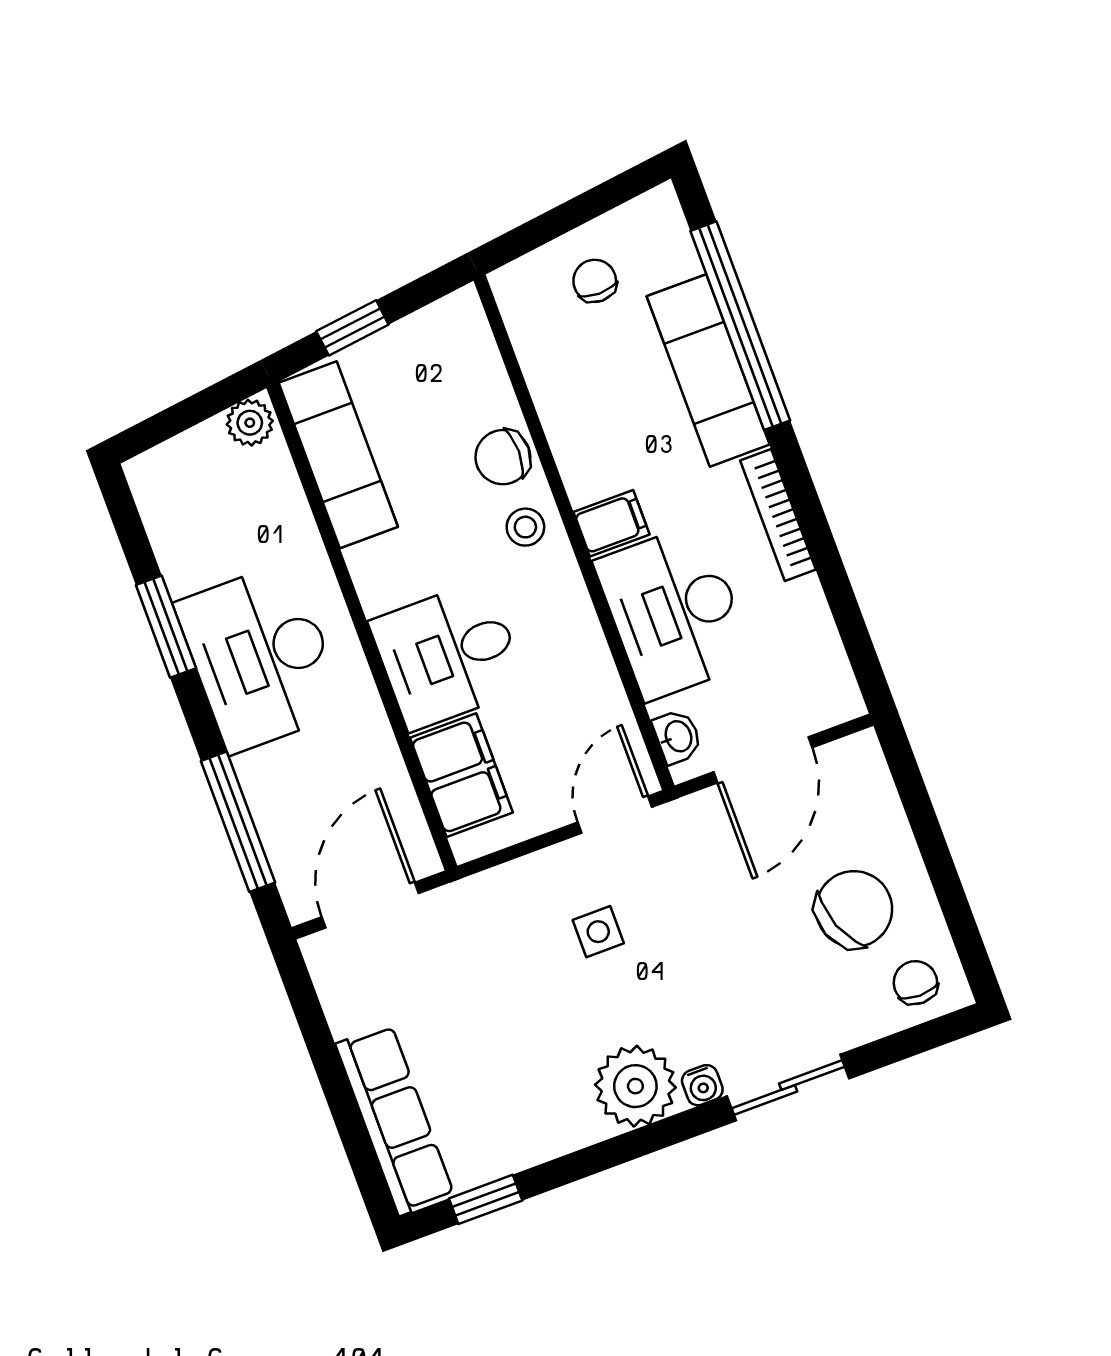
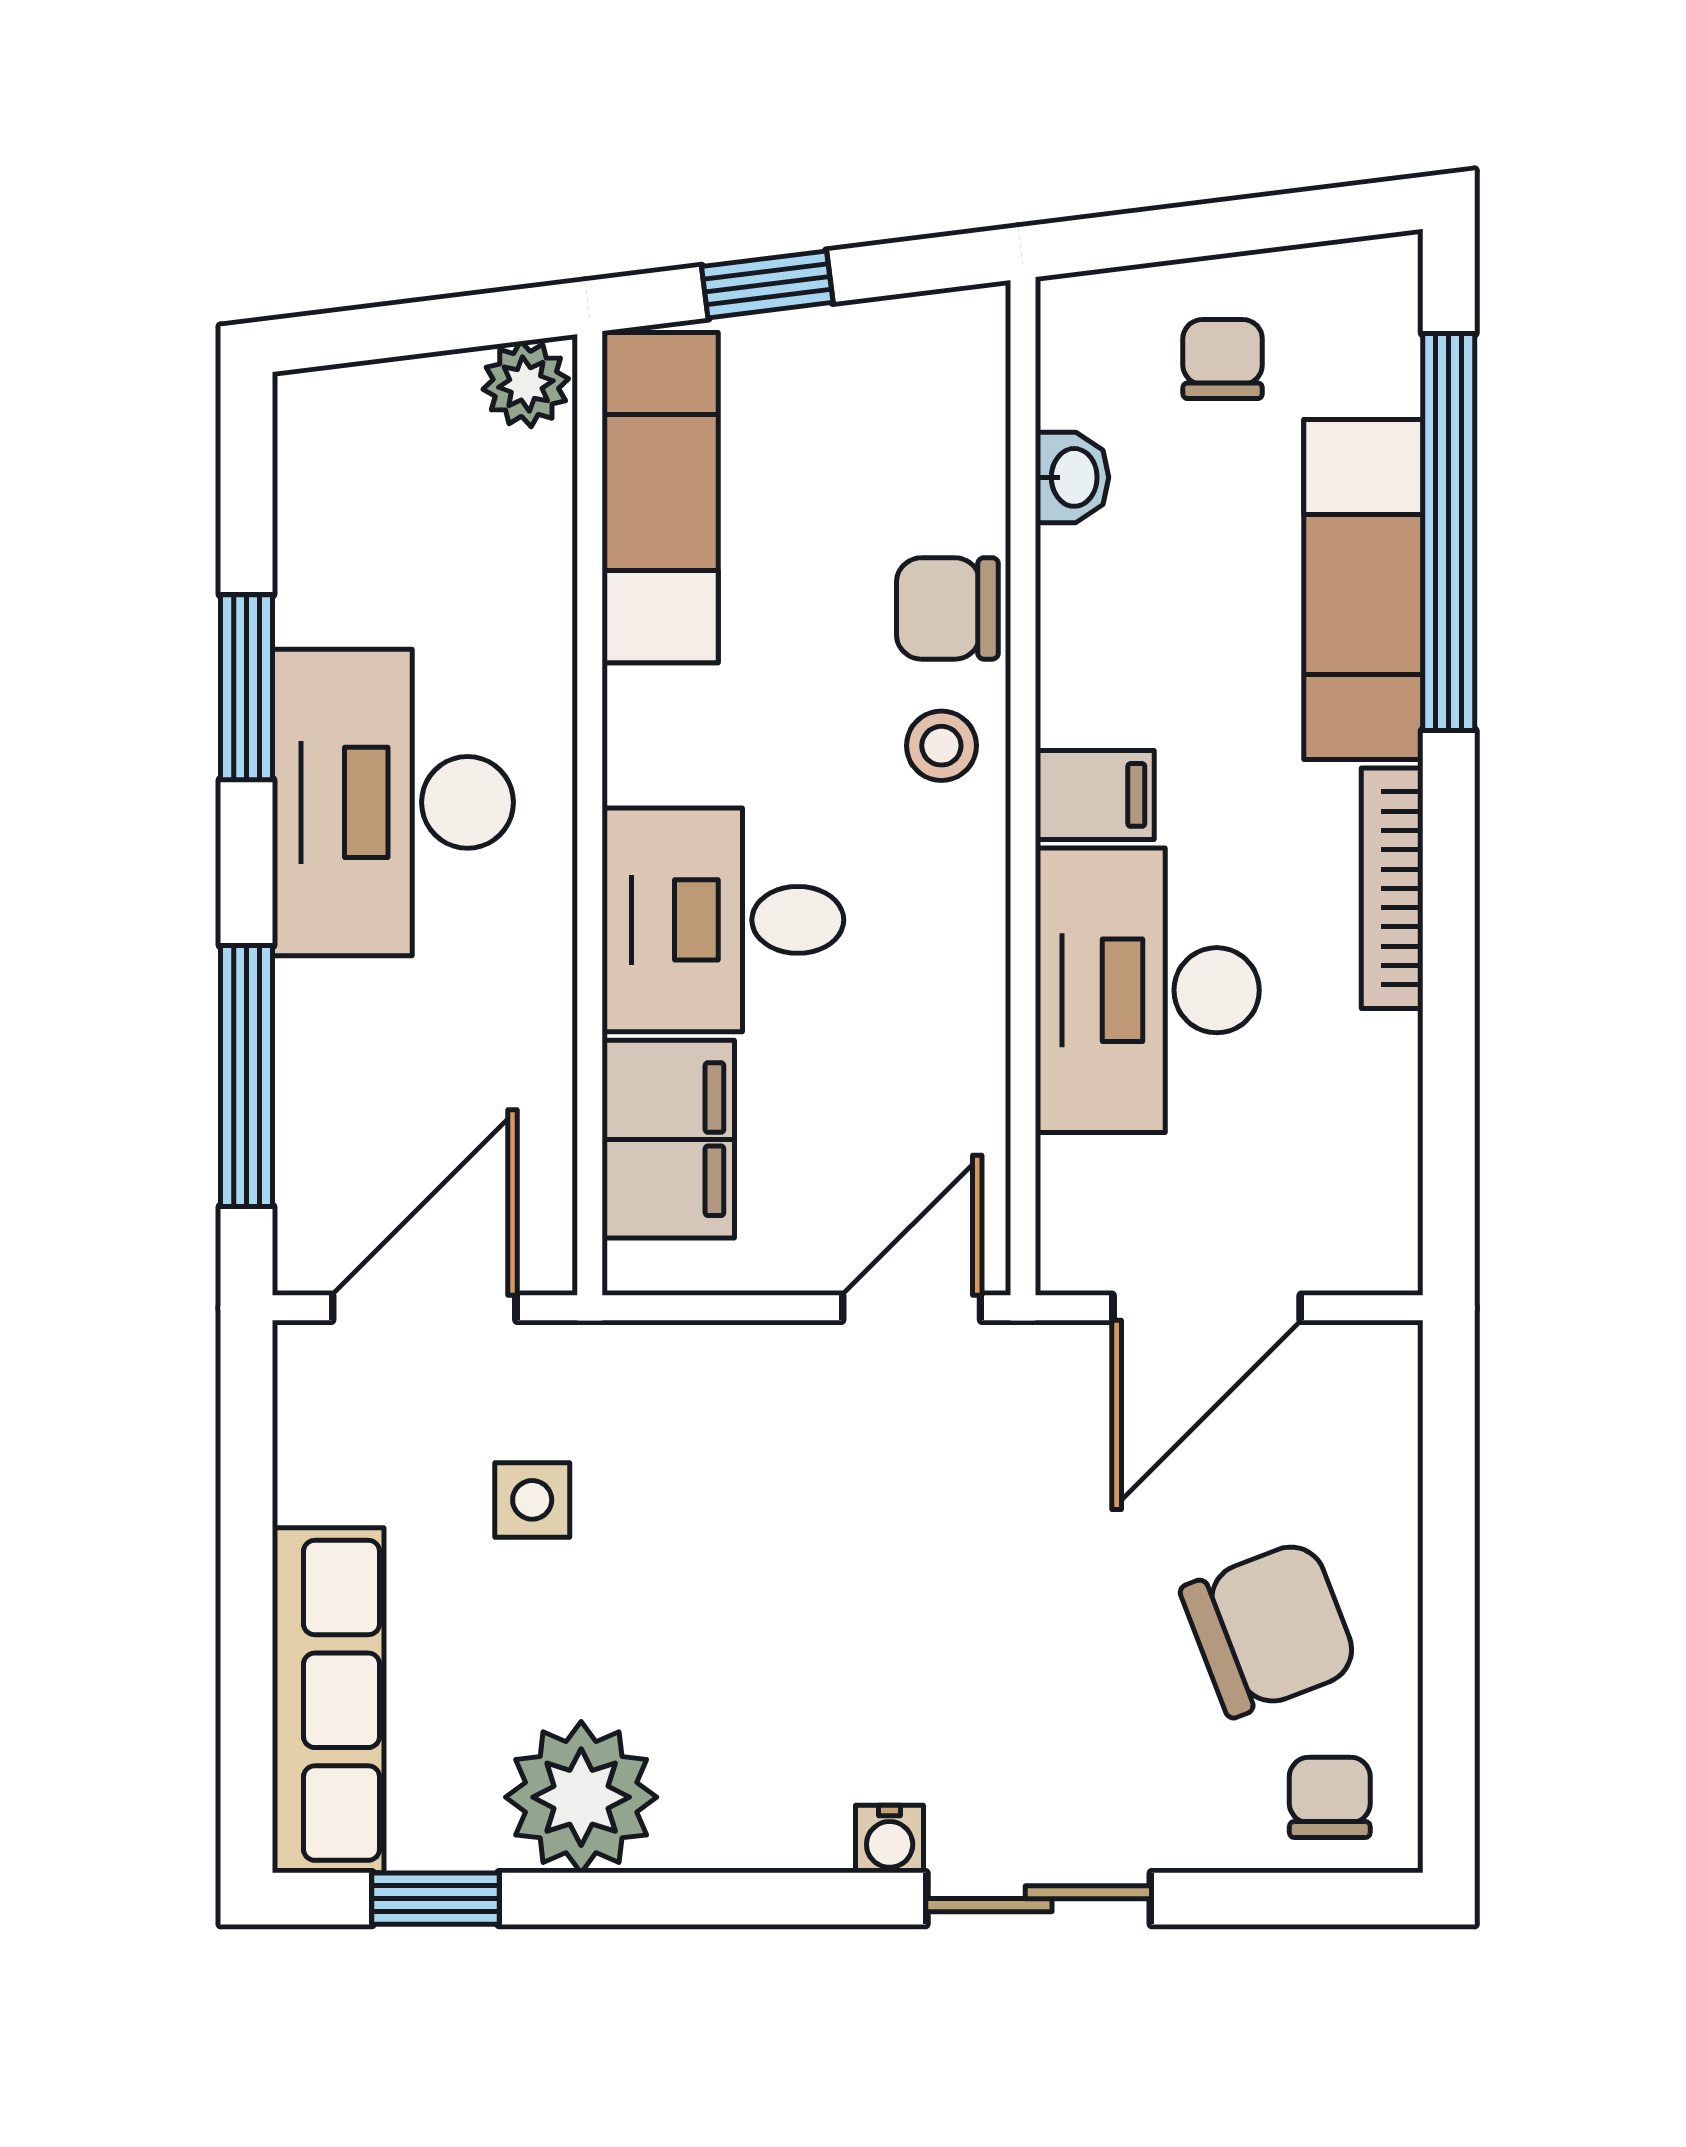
washbasin: (677, 737) -> (1072, 477), moved
side table: (598, 932) -> (532, 1500), moved
plant: (635, 1086) -> (581, 1797), moved

